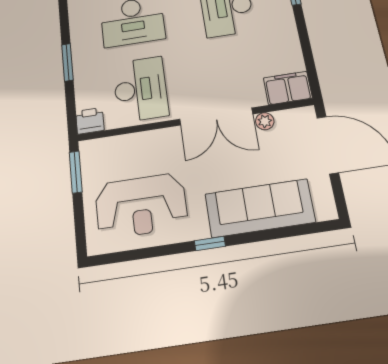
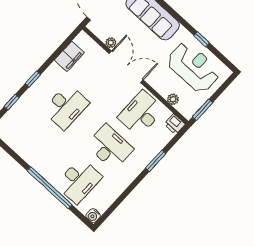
filing cabinet: (288, 88) -> (69, 56), moved, turned -90
plant: (123, 144) -> (173, 99), added
window: (210, 244) -> (202, 39), moved

